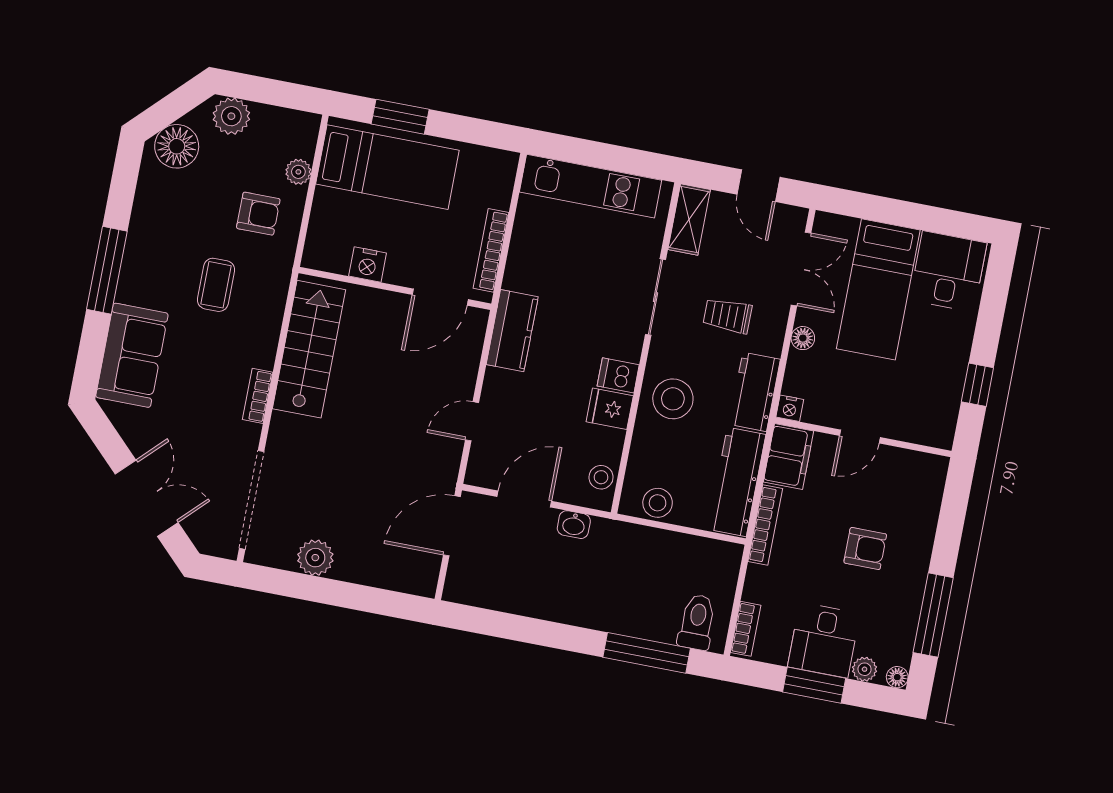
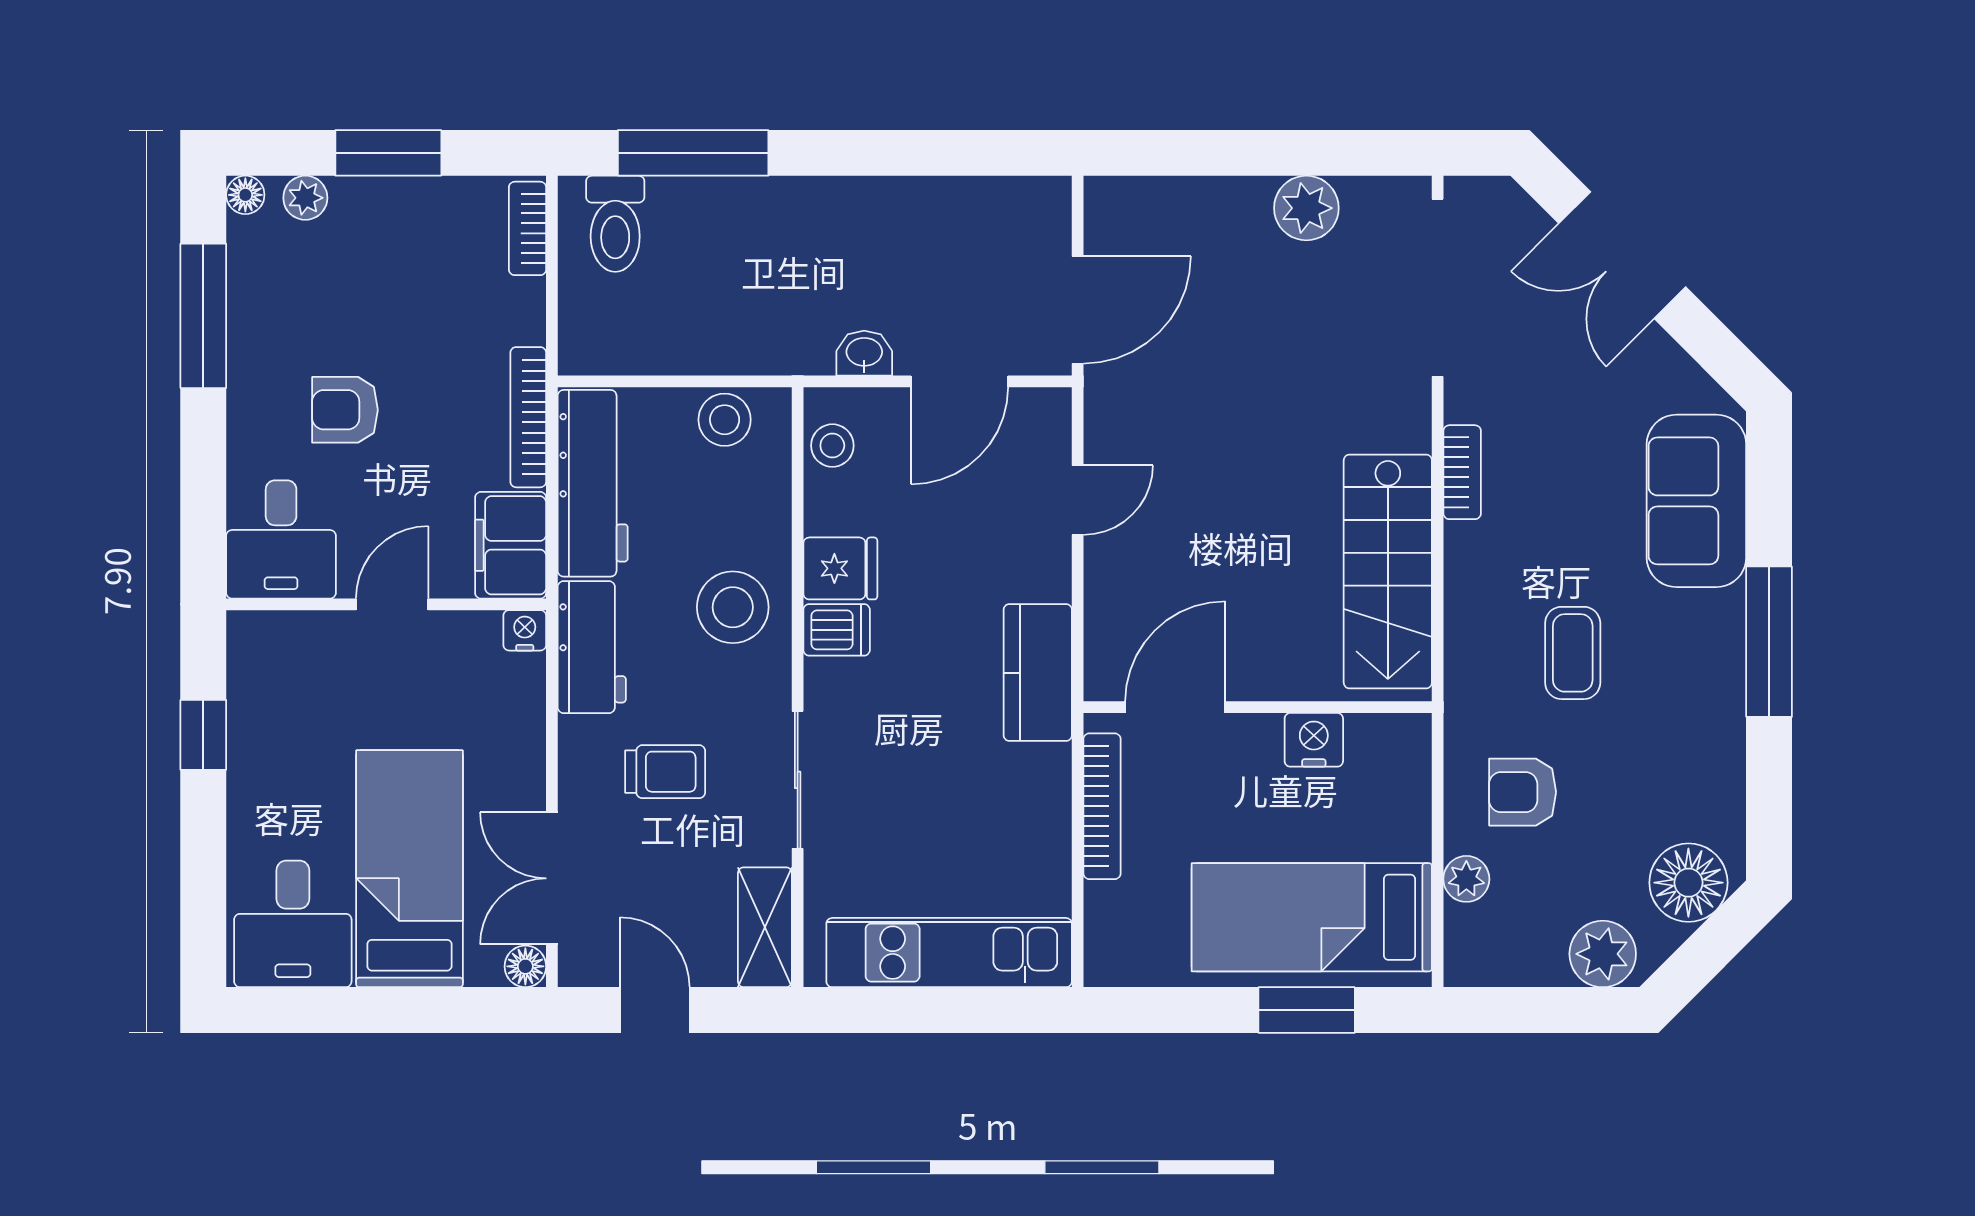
floor lamp: (803, 338) -> (525, 966), moved
desk: (824, 640) -> (281, 539), moved, turned 180

